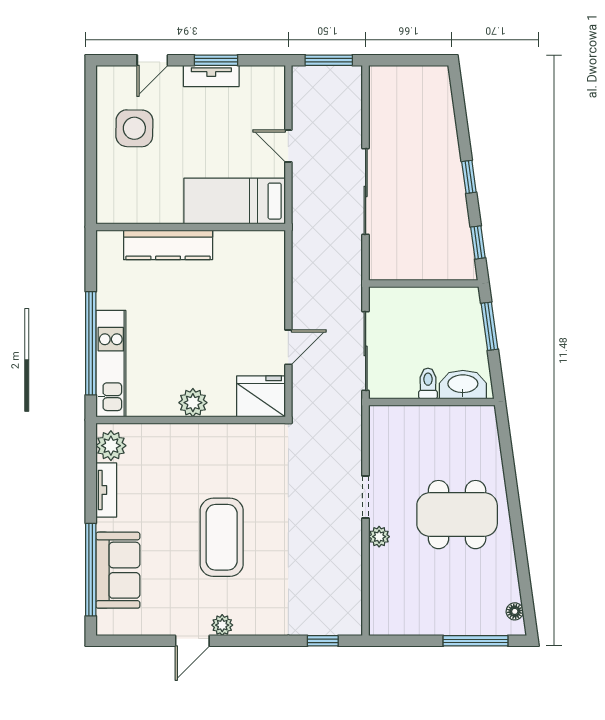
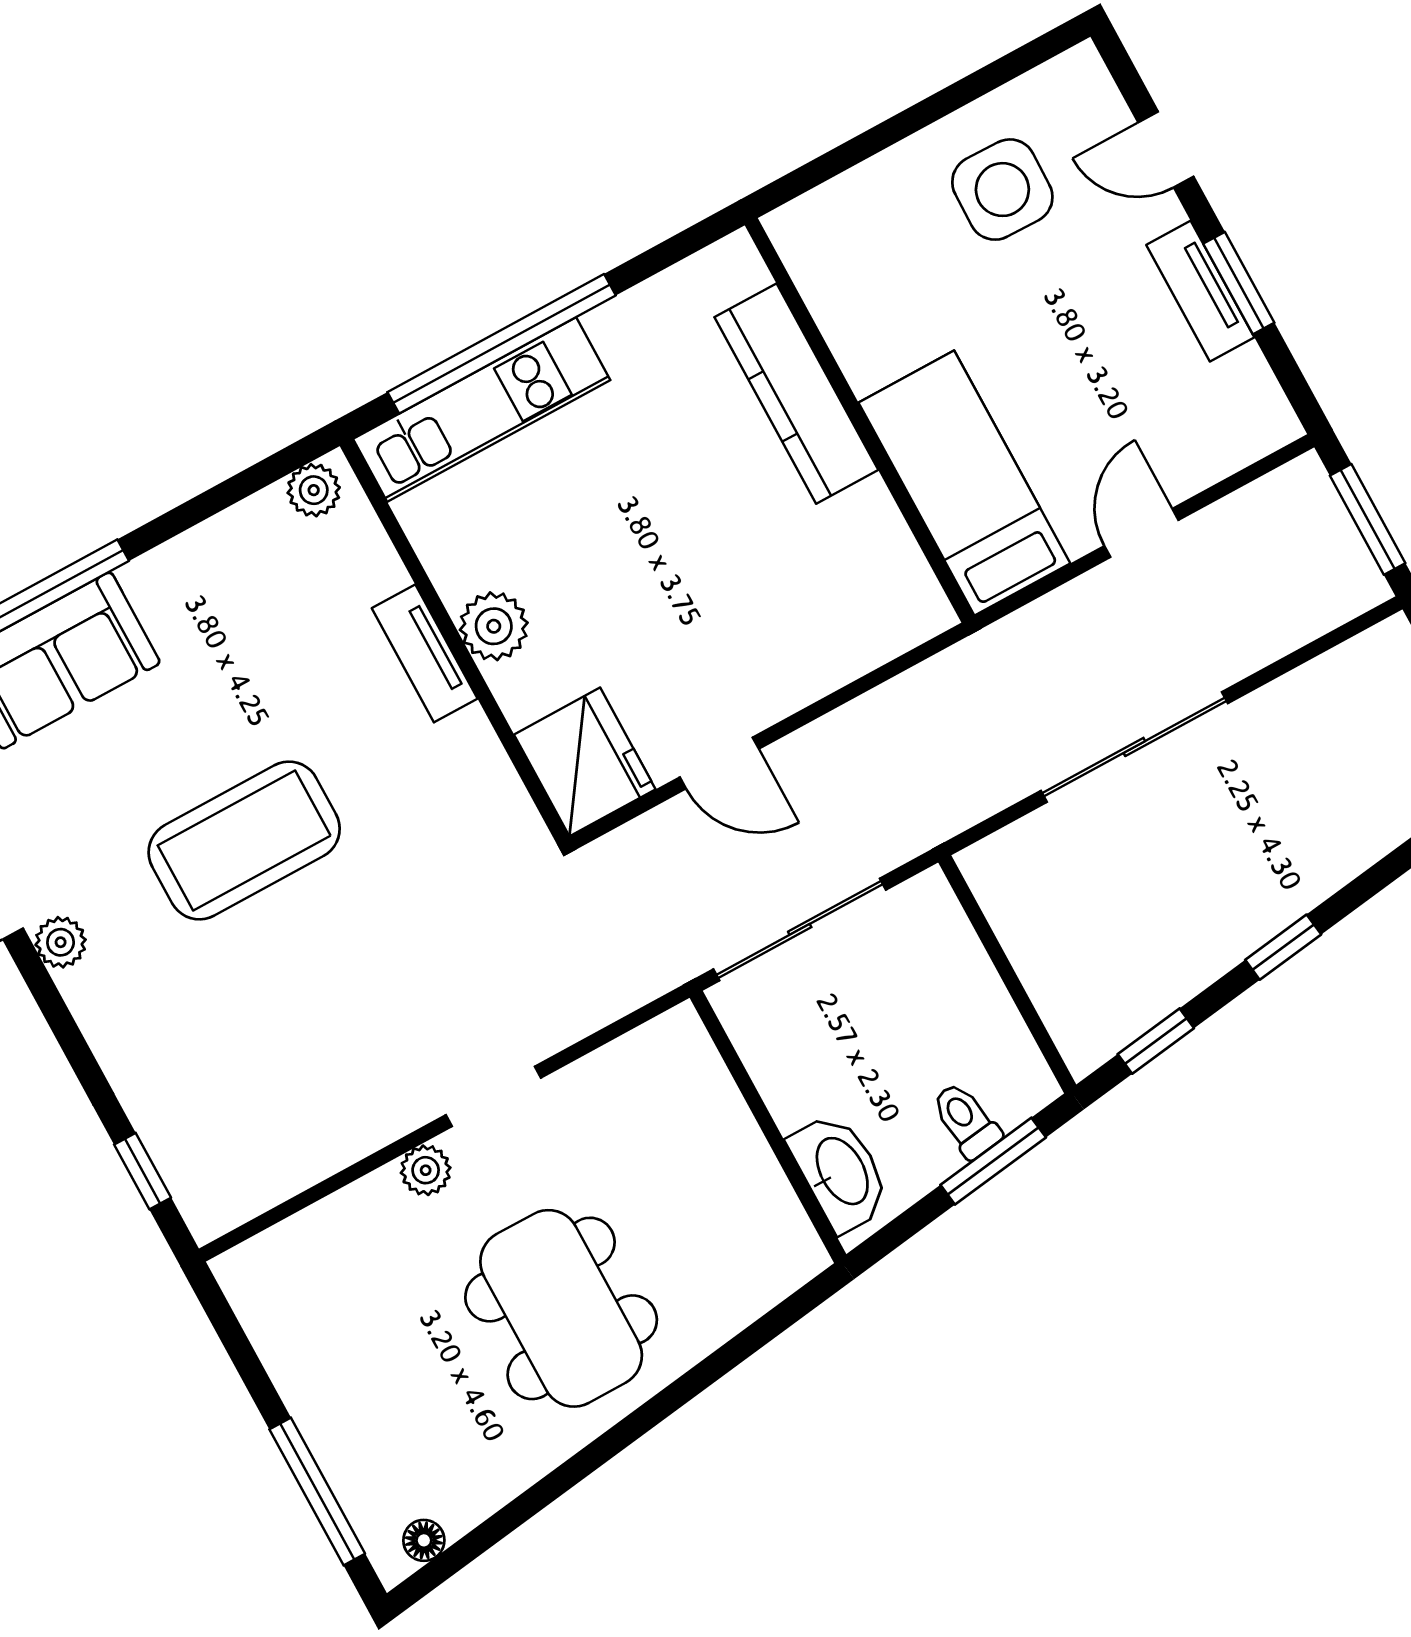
toilet: (428, 383) -> (966, 1120), moved, turned -98
plant: (111, 446) -> (314, 490), width x0.73, depth x0.73
tv unit: (106, 490) -> (425, 653), moved, turned 90

